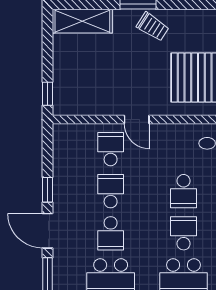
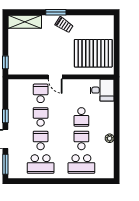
school desk: (111, 233) -> (41, 140), turned 180

